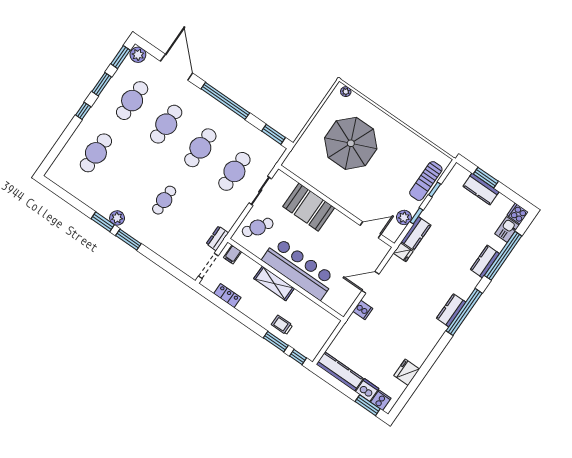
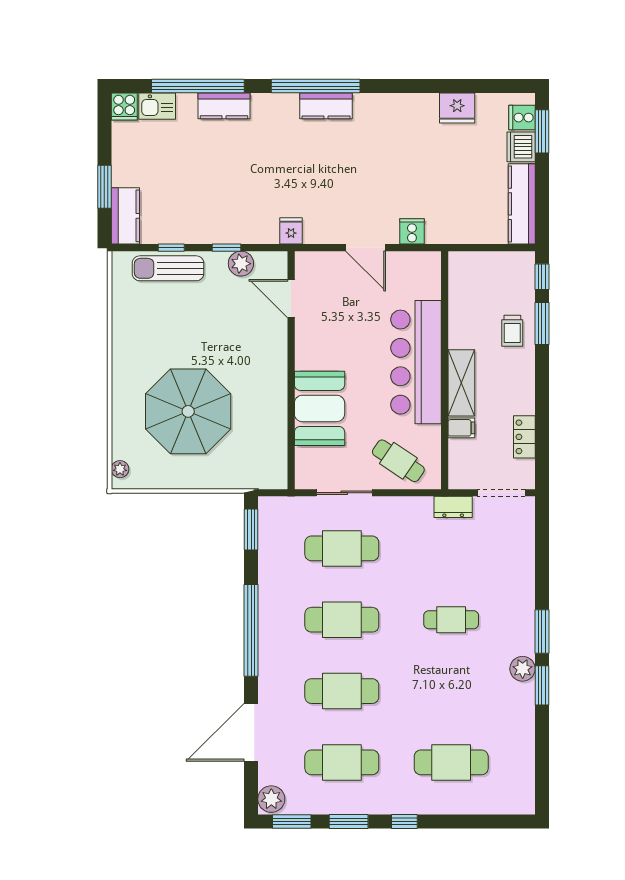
sun lounger: (426, 181) -> (168, 268), turned 180
kitchen counter: (481, 189) -> (125, 216), moved
kitchen counter: (416, 233) -> (252, 231), removed
filing cabinet: (232, 255) -> (461, 428), moved

